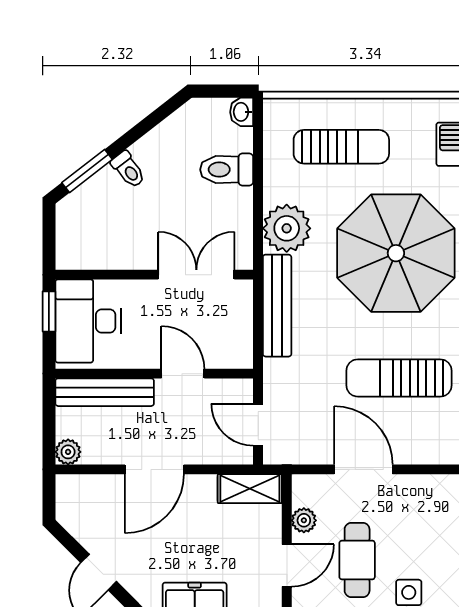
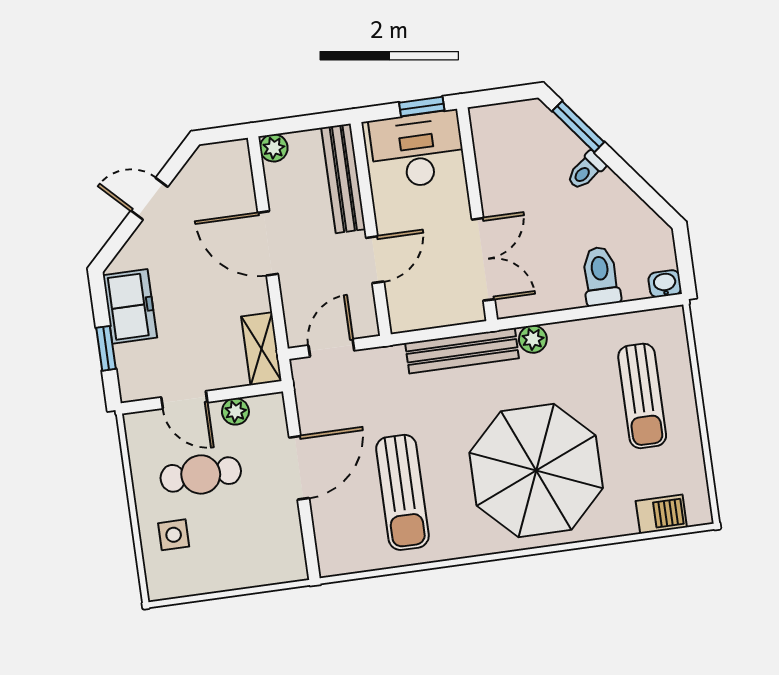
plant: (287, 228) -> (533, 339), width x0.53, depth x0.53
sun lounger: (399, 378) -> (402, 492), turned 180

